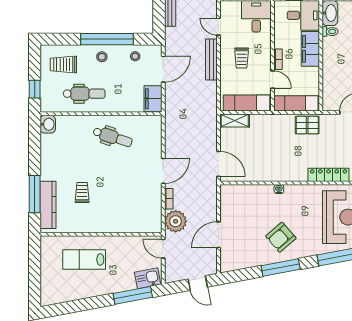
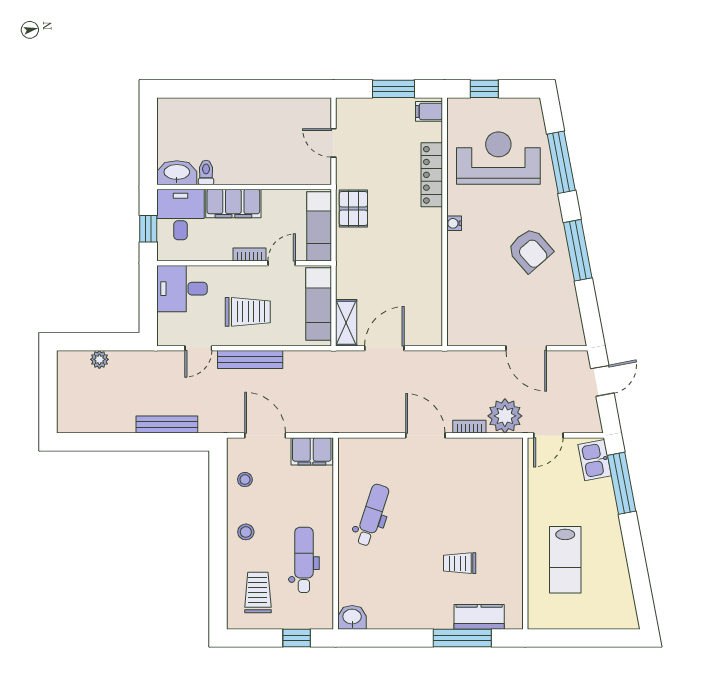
window: (107, 39) -> (218, 524), removed
trolley: (242, 58) -> (248, 312), width x1.36, depth x1.39
trolley: (63, 65) -> (258, 593), turned 180
door: (219, 164) -> (384, 348), moved
water cooler: (279, 189) -> (454, 223), moved
kitchen counter: (48, 205) -> (479, 617), width x0.67

